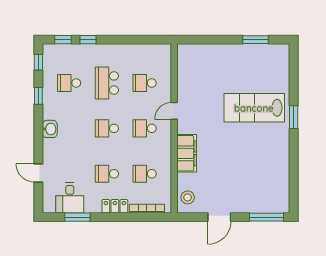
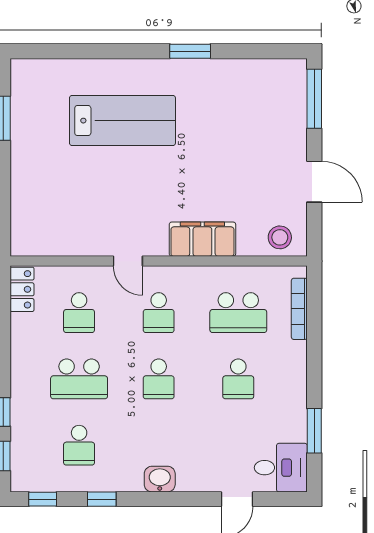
lab bench: (254, 108) -> (122, 121), turned -90
window: (294, 117) -> (190, 51), moved
school desk: (145, 174) -> (238, 313), width x1.85
desk: (70, 198) -> (281, 468), moved
locker: (115, 206) -> (22, 289), moved, turned 180

